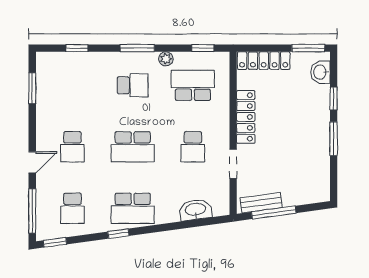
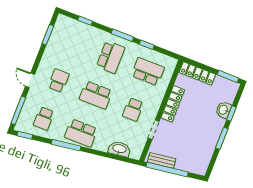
window: (203, 48) -> (147, 45), moved
plant: (166, 59) -> (137, 49), removed
washbasin: (320, 72) -> (223, 110), moved
school desk: (133, 85) -> (111, 57), width x1.85
school desk: (72, 147) -> (59, 80), turned 180
door: (32, 162) -> (30, 80), swing flipped
window: (274, 212) -> (167, 169), width x1.46
window: (118, 234) -> (66, 145), width x2.17

